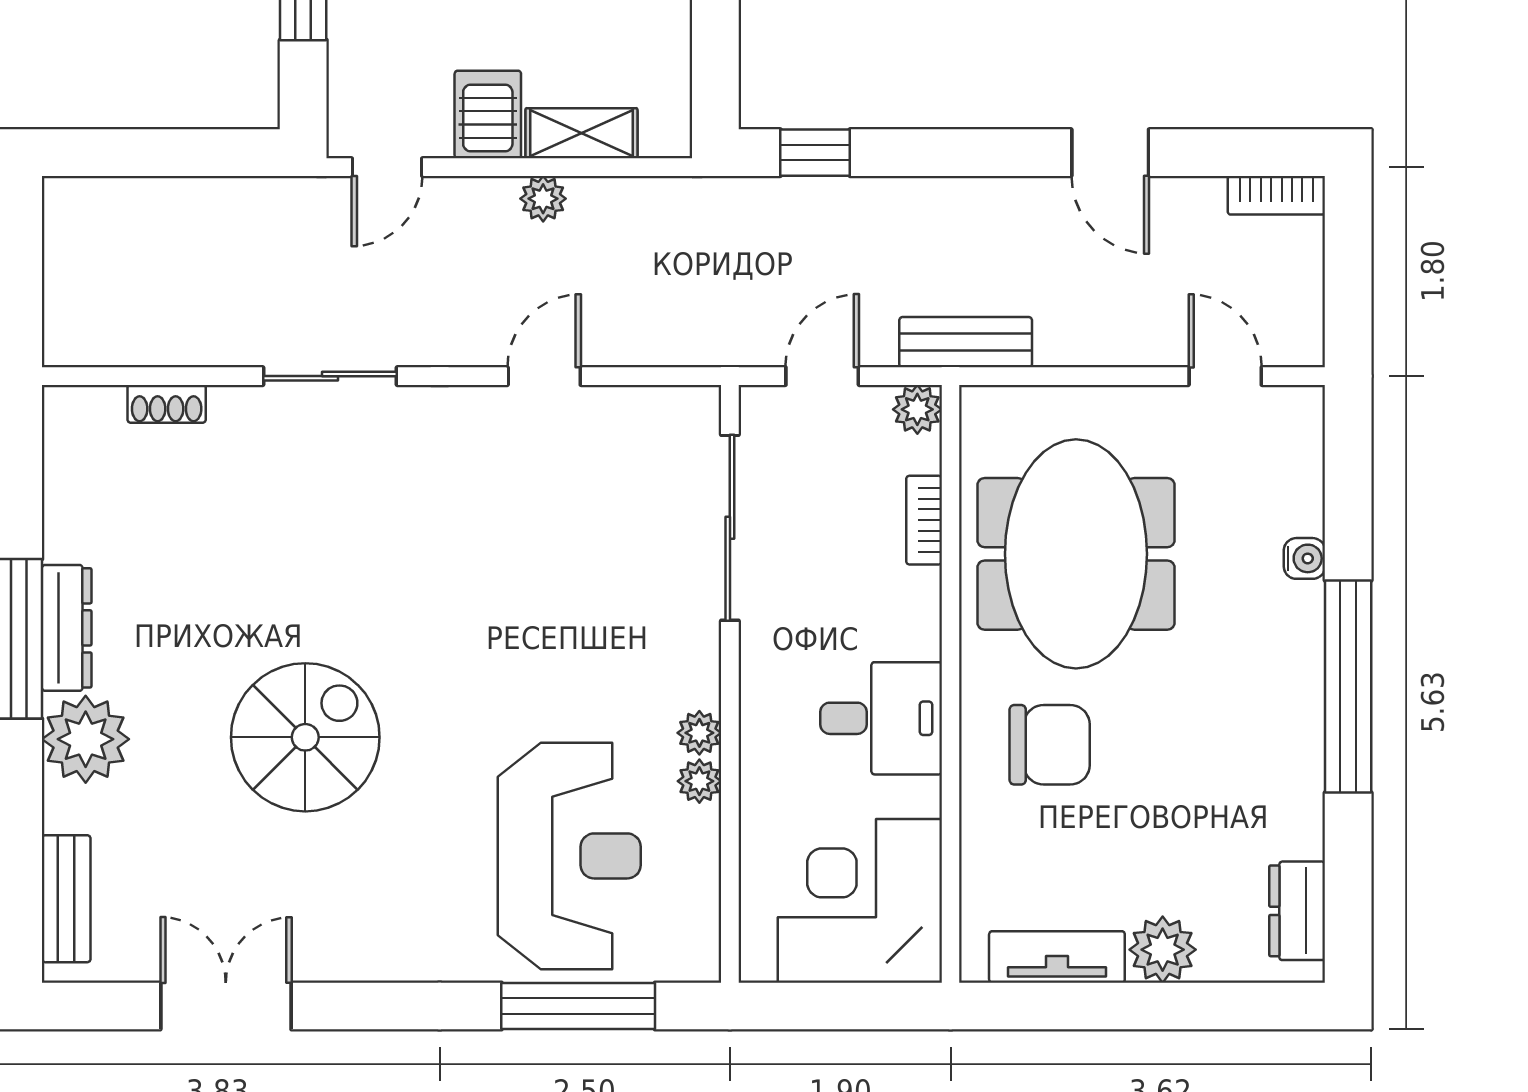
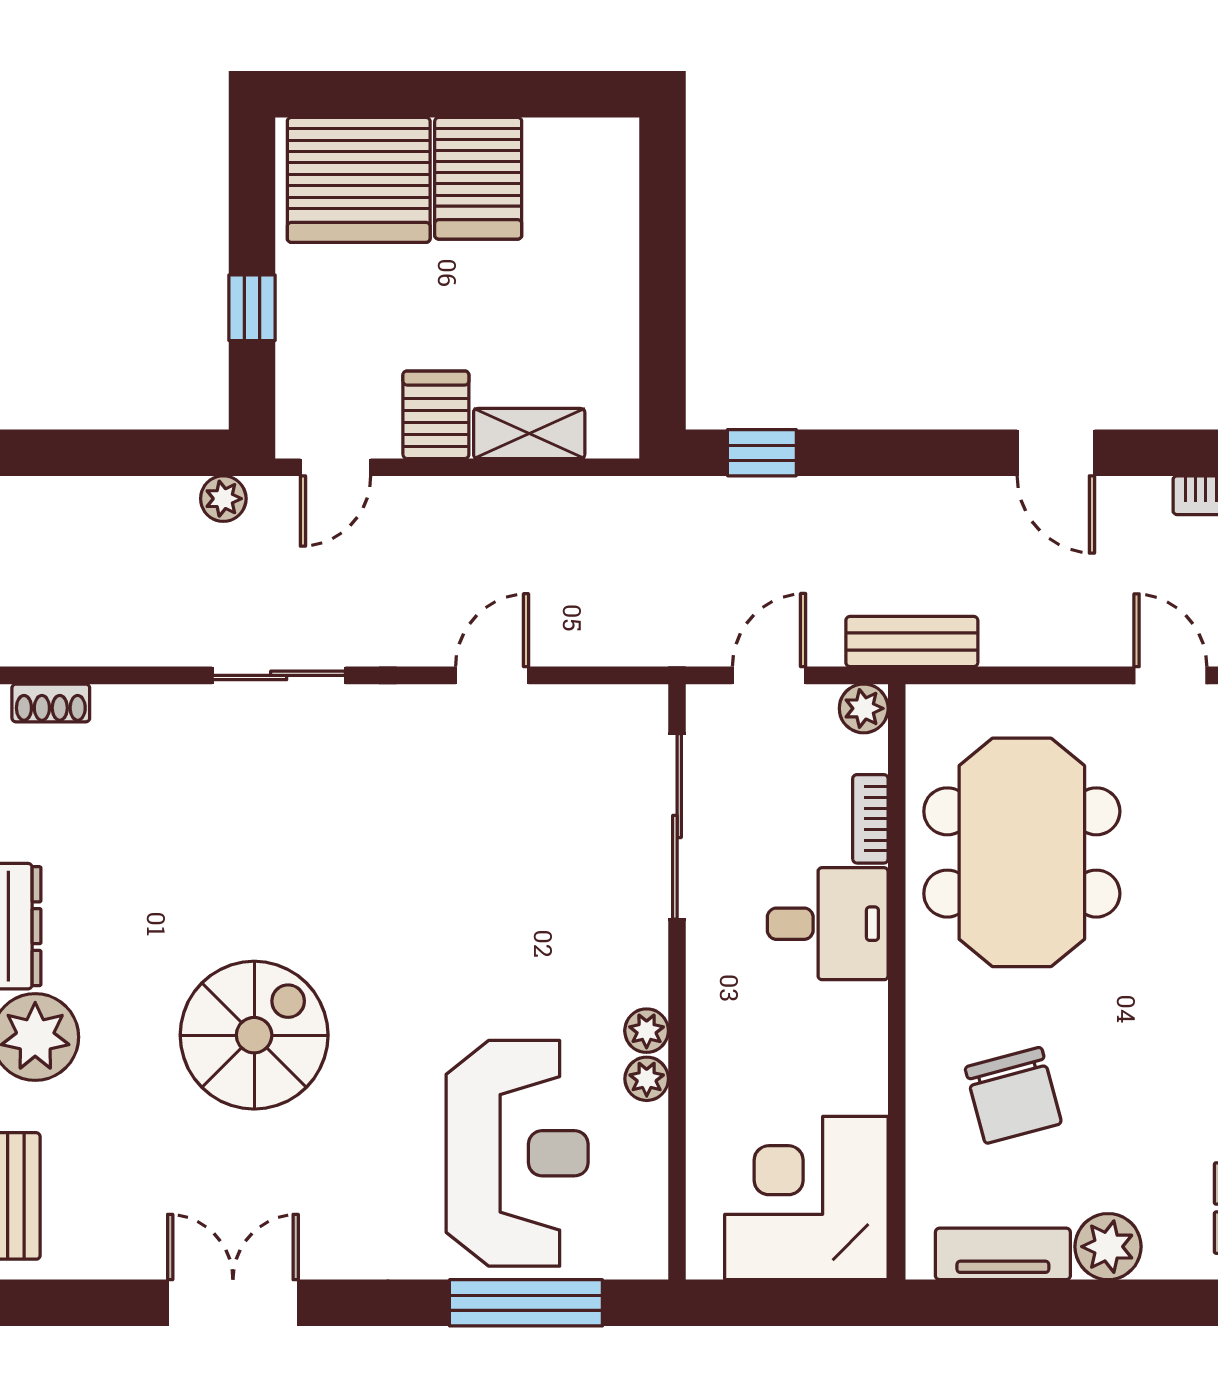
plant: (543, 199) -> (223, 499), moved
shoe rack: (167, 404) -> (51, 703), moved
desk: (881, 718) -> (828, 924), moved
chair: (1050, 745) -> (1013, 1095), moved, turned 75
double door: (226, 1006) -> (233, 1303), moved

